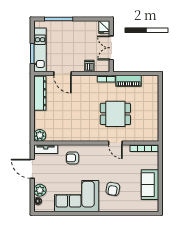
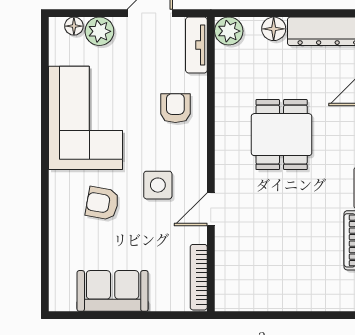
dining table: (115, 114) -> (282, 135), moved
floor lamp: (39, 116) -> (274, 29), added
side table: (105, 165) -> (158, 185), added

